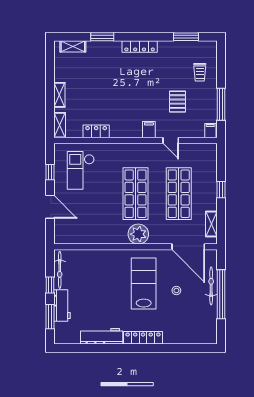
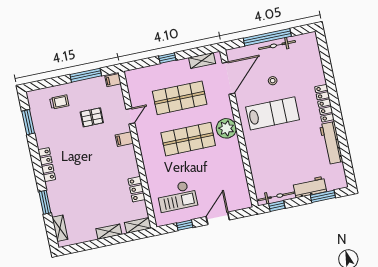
lab bench: (144, 284) -> (273, 113), turned 180
window: (50, 285) -> (277, 206), moved
bicycle: (211, 286) -> (277, 45), moved

